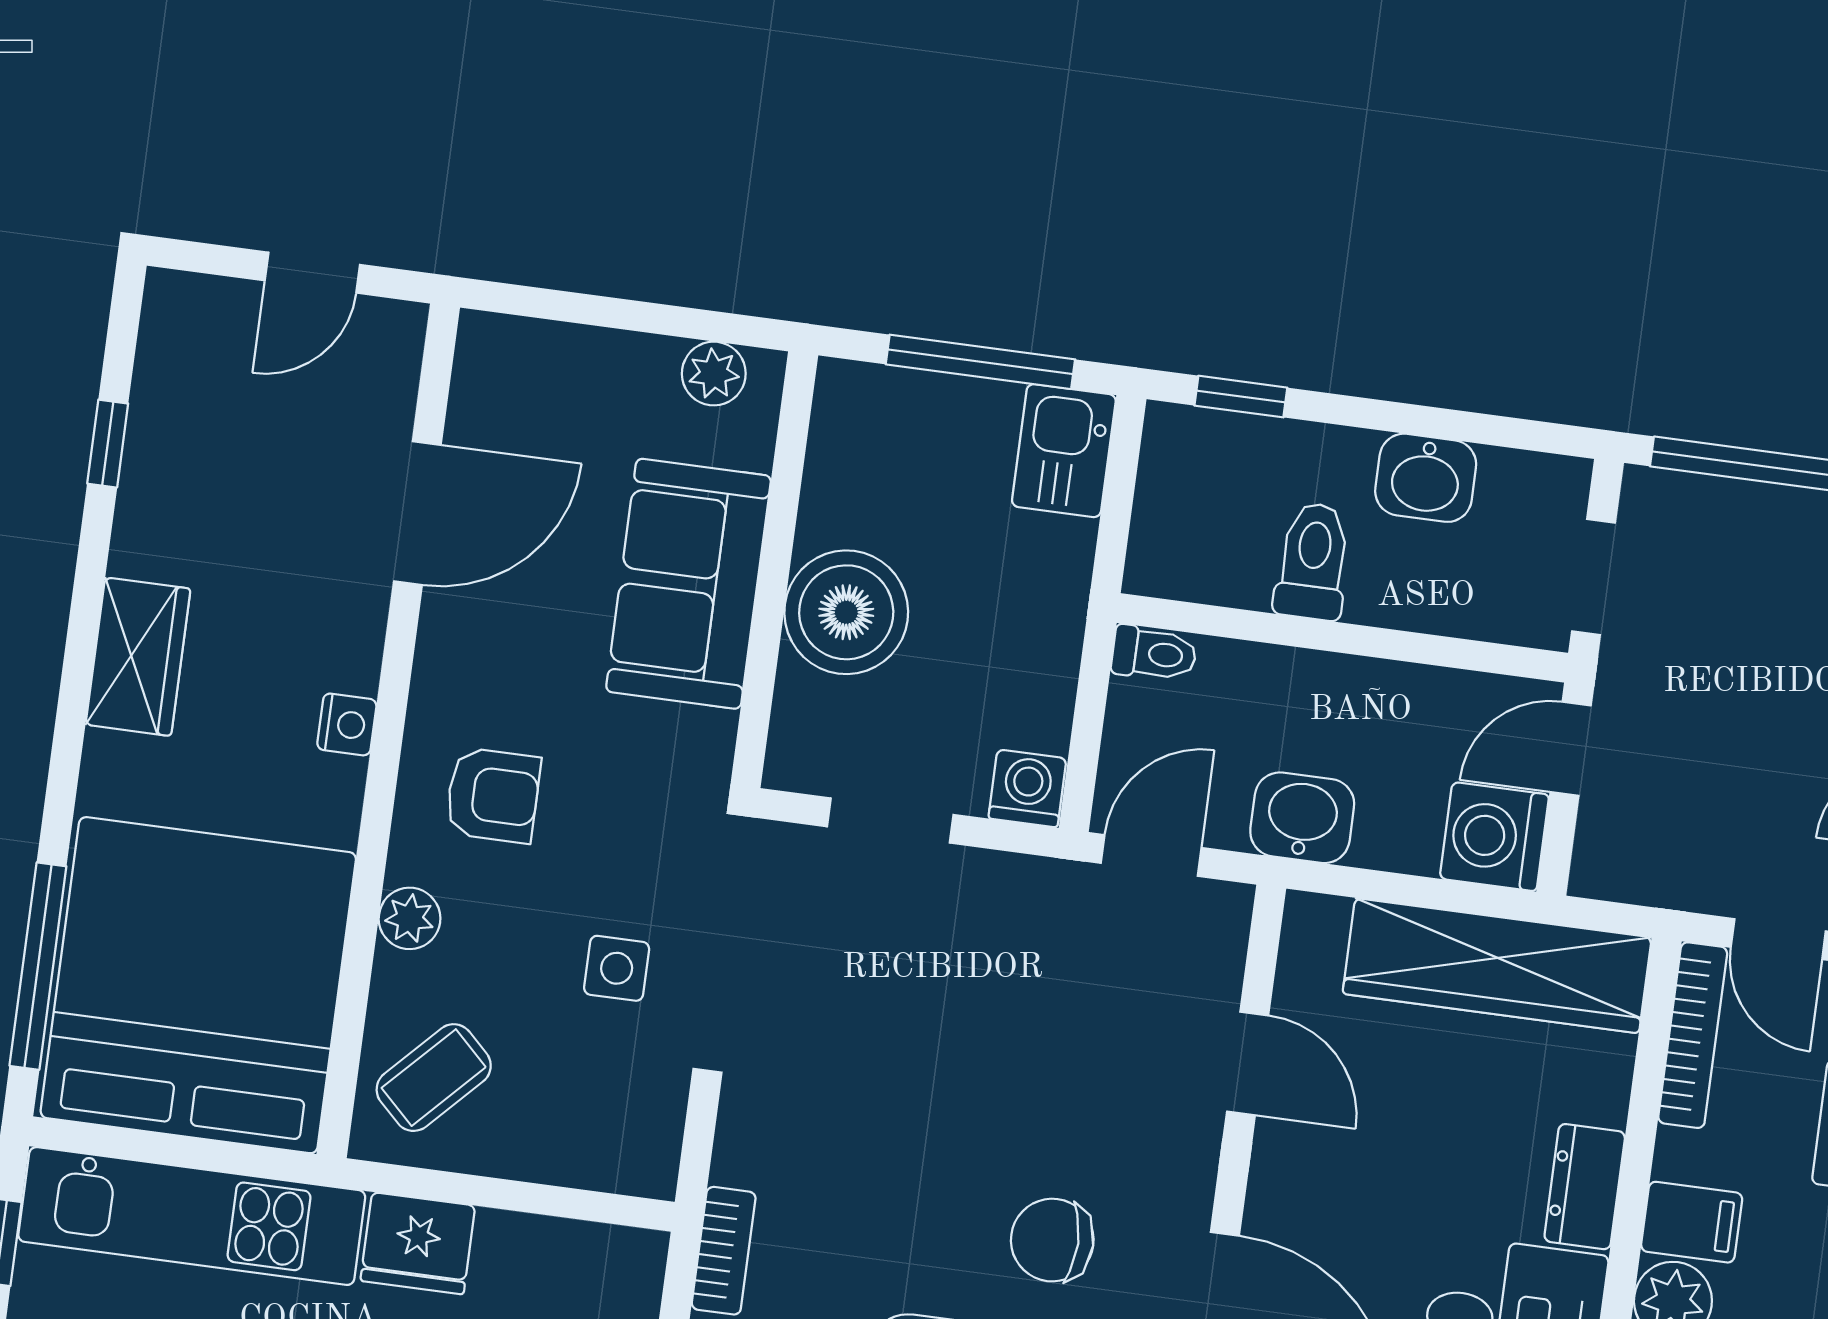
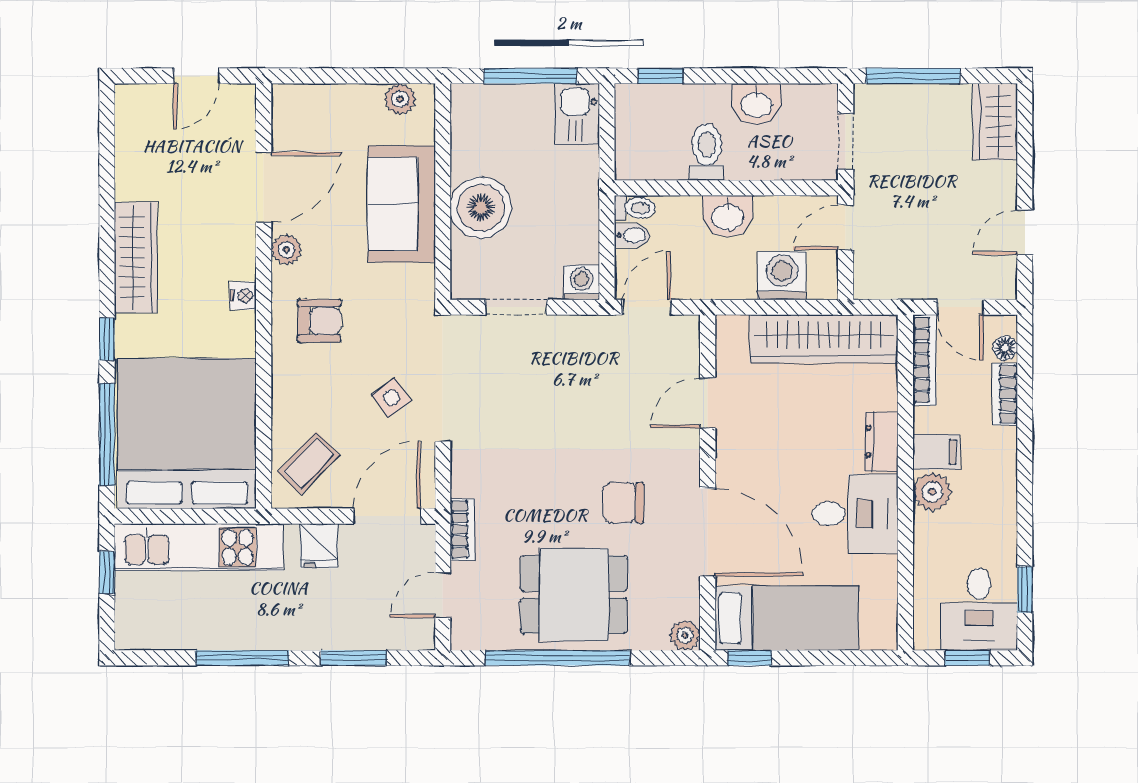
window: (108, 444) -> (107, 339), moved
wardrobe: (138, 657) -> (136, 258), width x1.50
bidet: (1141, 708) -> (632, 235), added
washbasin: (1302, 818) -> (728, 216), moved, turned 180
washing machine: (1494, 837) -> (782, 276), moved, turned 90
plant: (410, 918) -> (286, 250), moved
side table: (617, 968) -> (391, 398), turned -36
door: (1248, 1064) -> (708, 403), swing flipped
door: (576, 1204) -> (387, 516), added
fridge: (418, 1243) -> (319, 546), width x0.72

